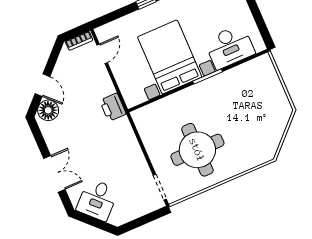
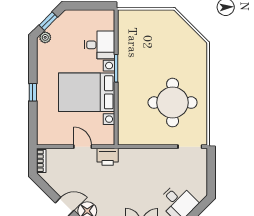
desk: (230, 47) -> (100, 45), width x0.73
door: (102, 54) -> (83, 147), moved

